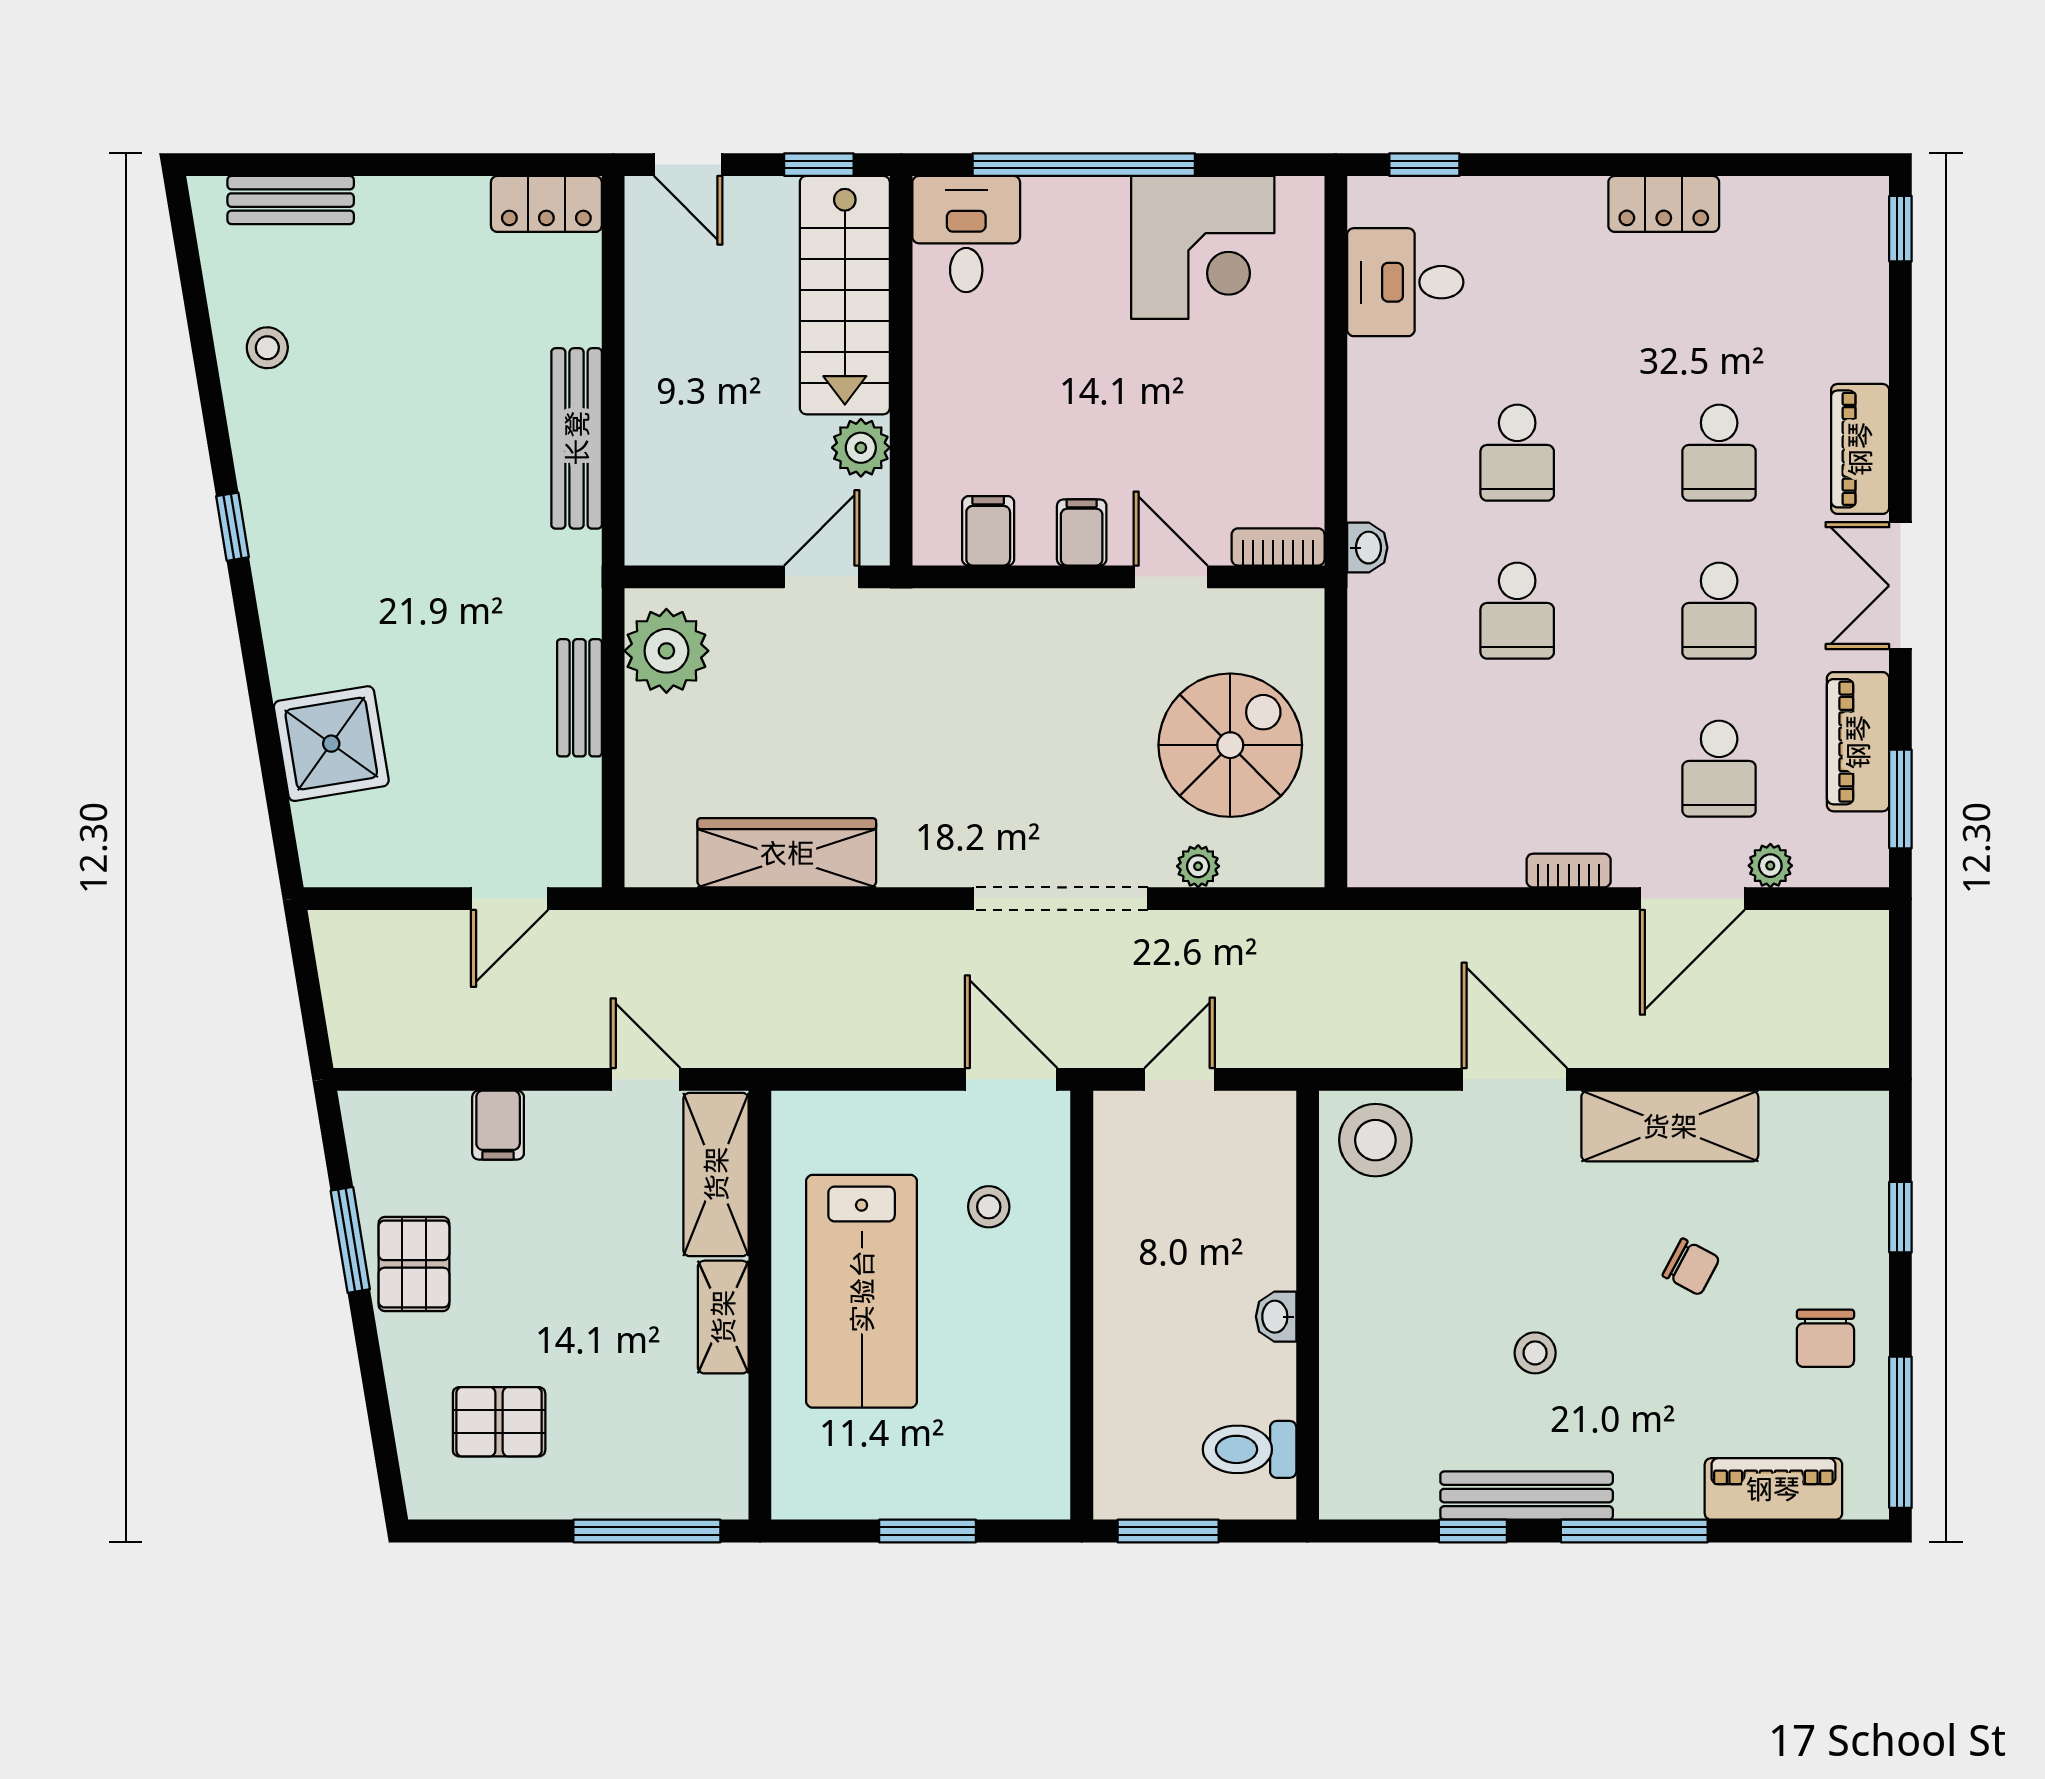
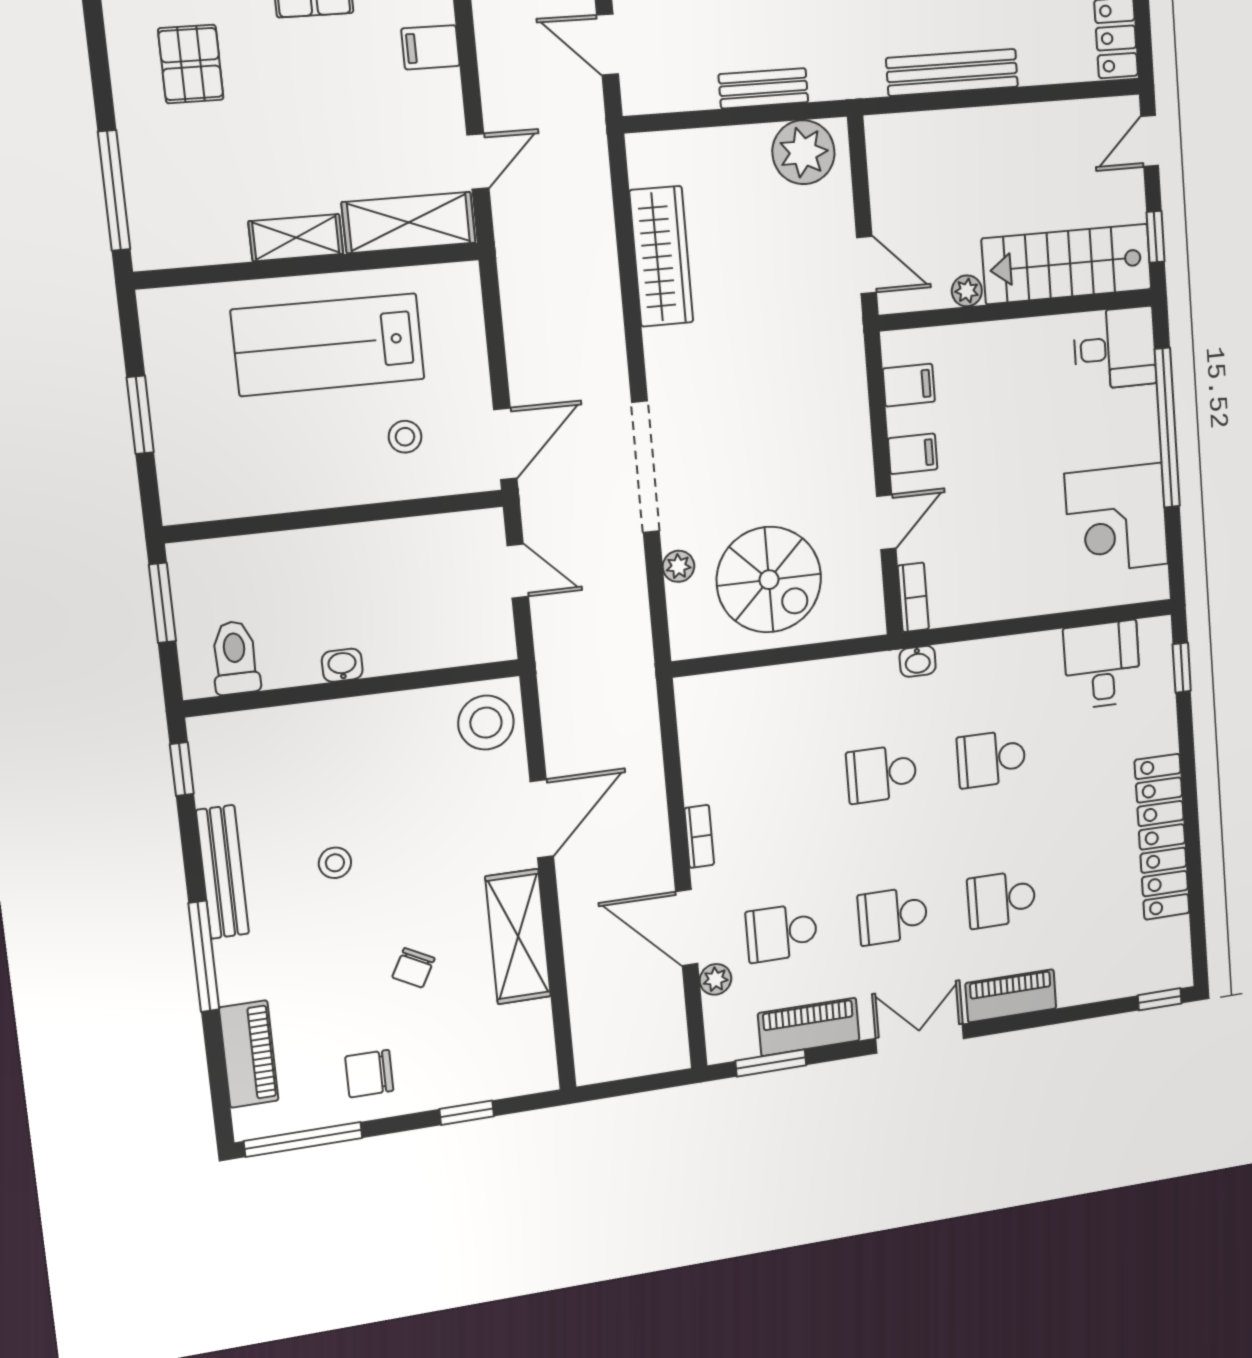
locker: (1664, 204) -> (1162, 837), width x2.16, depth x1.21
plant: (861, 448) -> (967, 291), width x0.73, depth x0.73
window: (1473, 1531) -> (182, 769), moved

